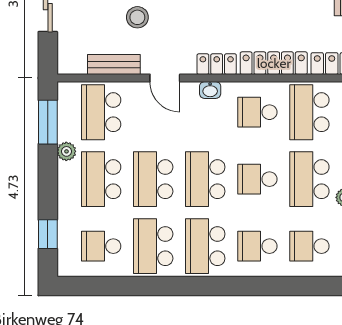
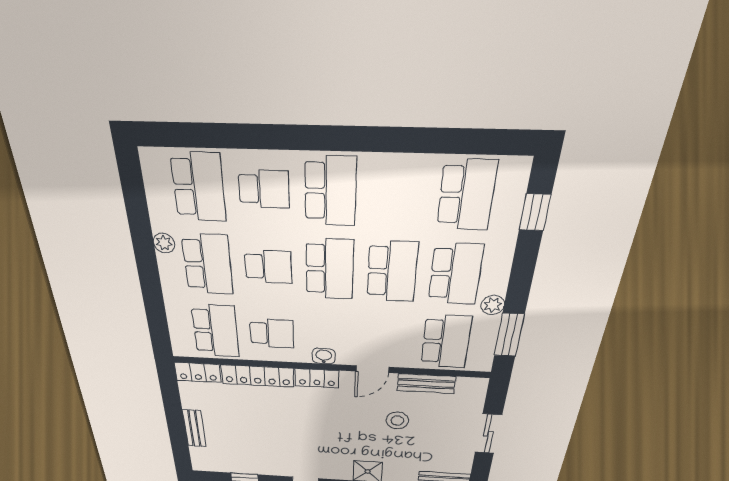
door: (165, 78) -> (372, 369), swing flipped
school desk: (101, 246) -> (467, 195), width x1.85
school desk: (153, 246) -> (398, 193), removed
school desk: (309, 246) -> (199, 187), width x1.85

